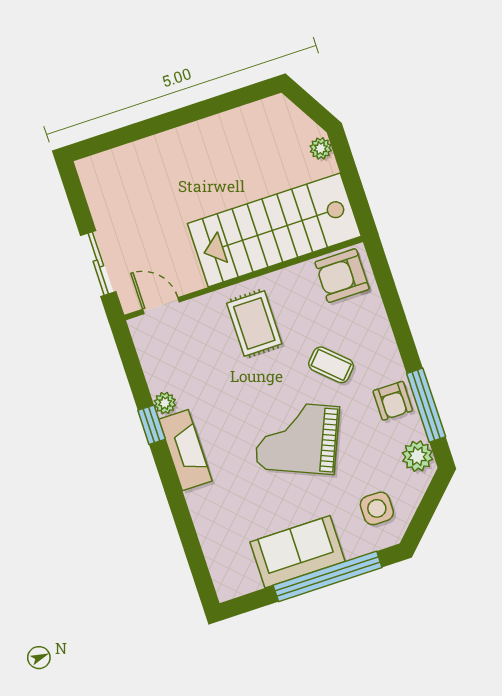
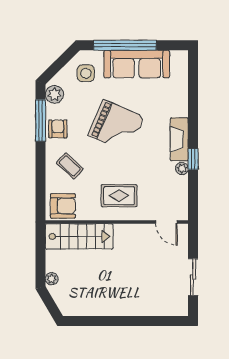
stairs: (274, 230) -> (79, 236), width x0.73, depth x0.66
sliding door: (98, 264) -> (193, 277), moved
rug: (254, 323) -> (119, 196), turned 90
coffee table: (331, 365) -> (70, 166), moved
sofa: (297, 552) -> (137, 64), width x1.36

